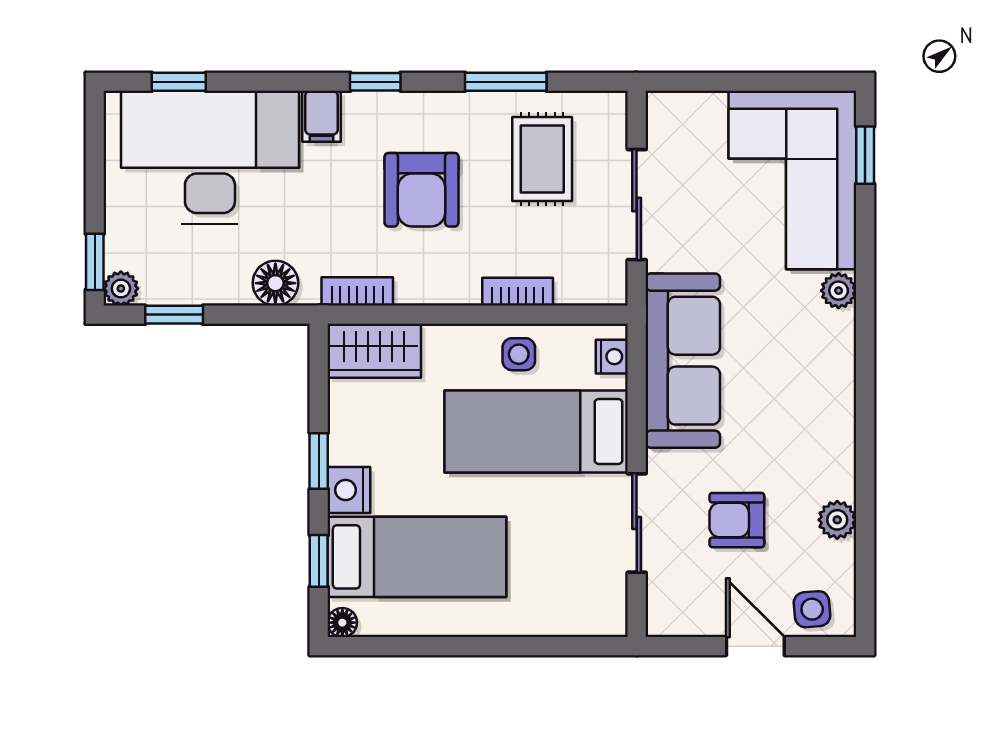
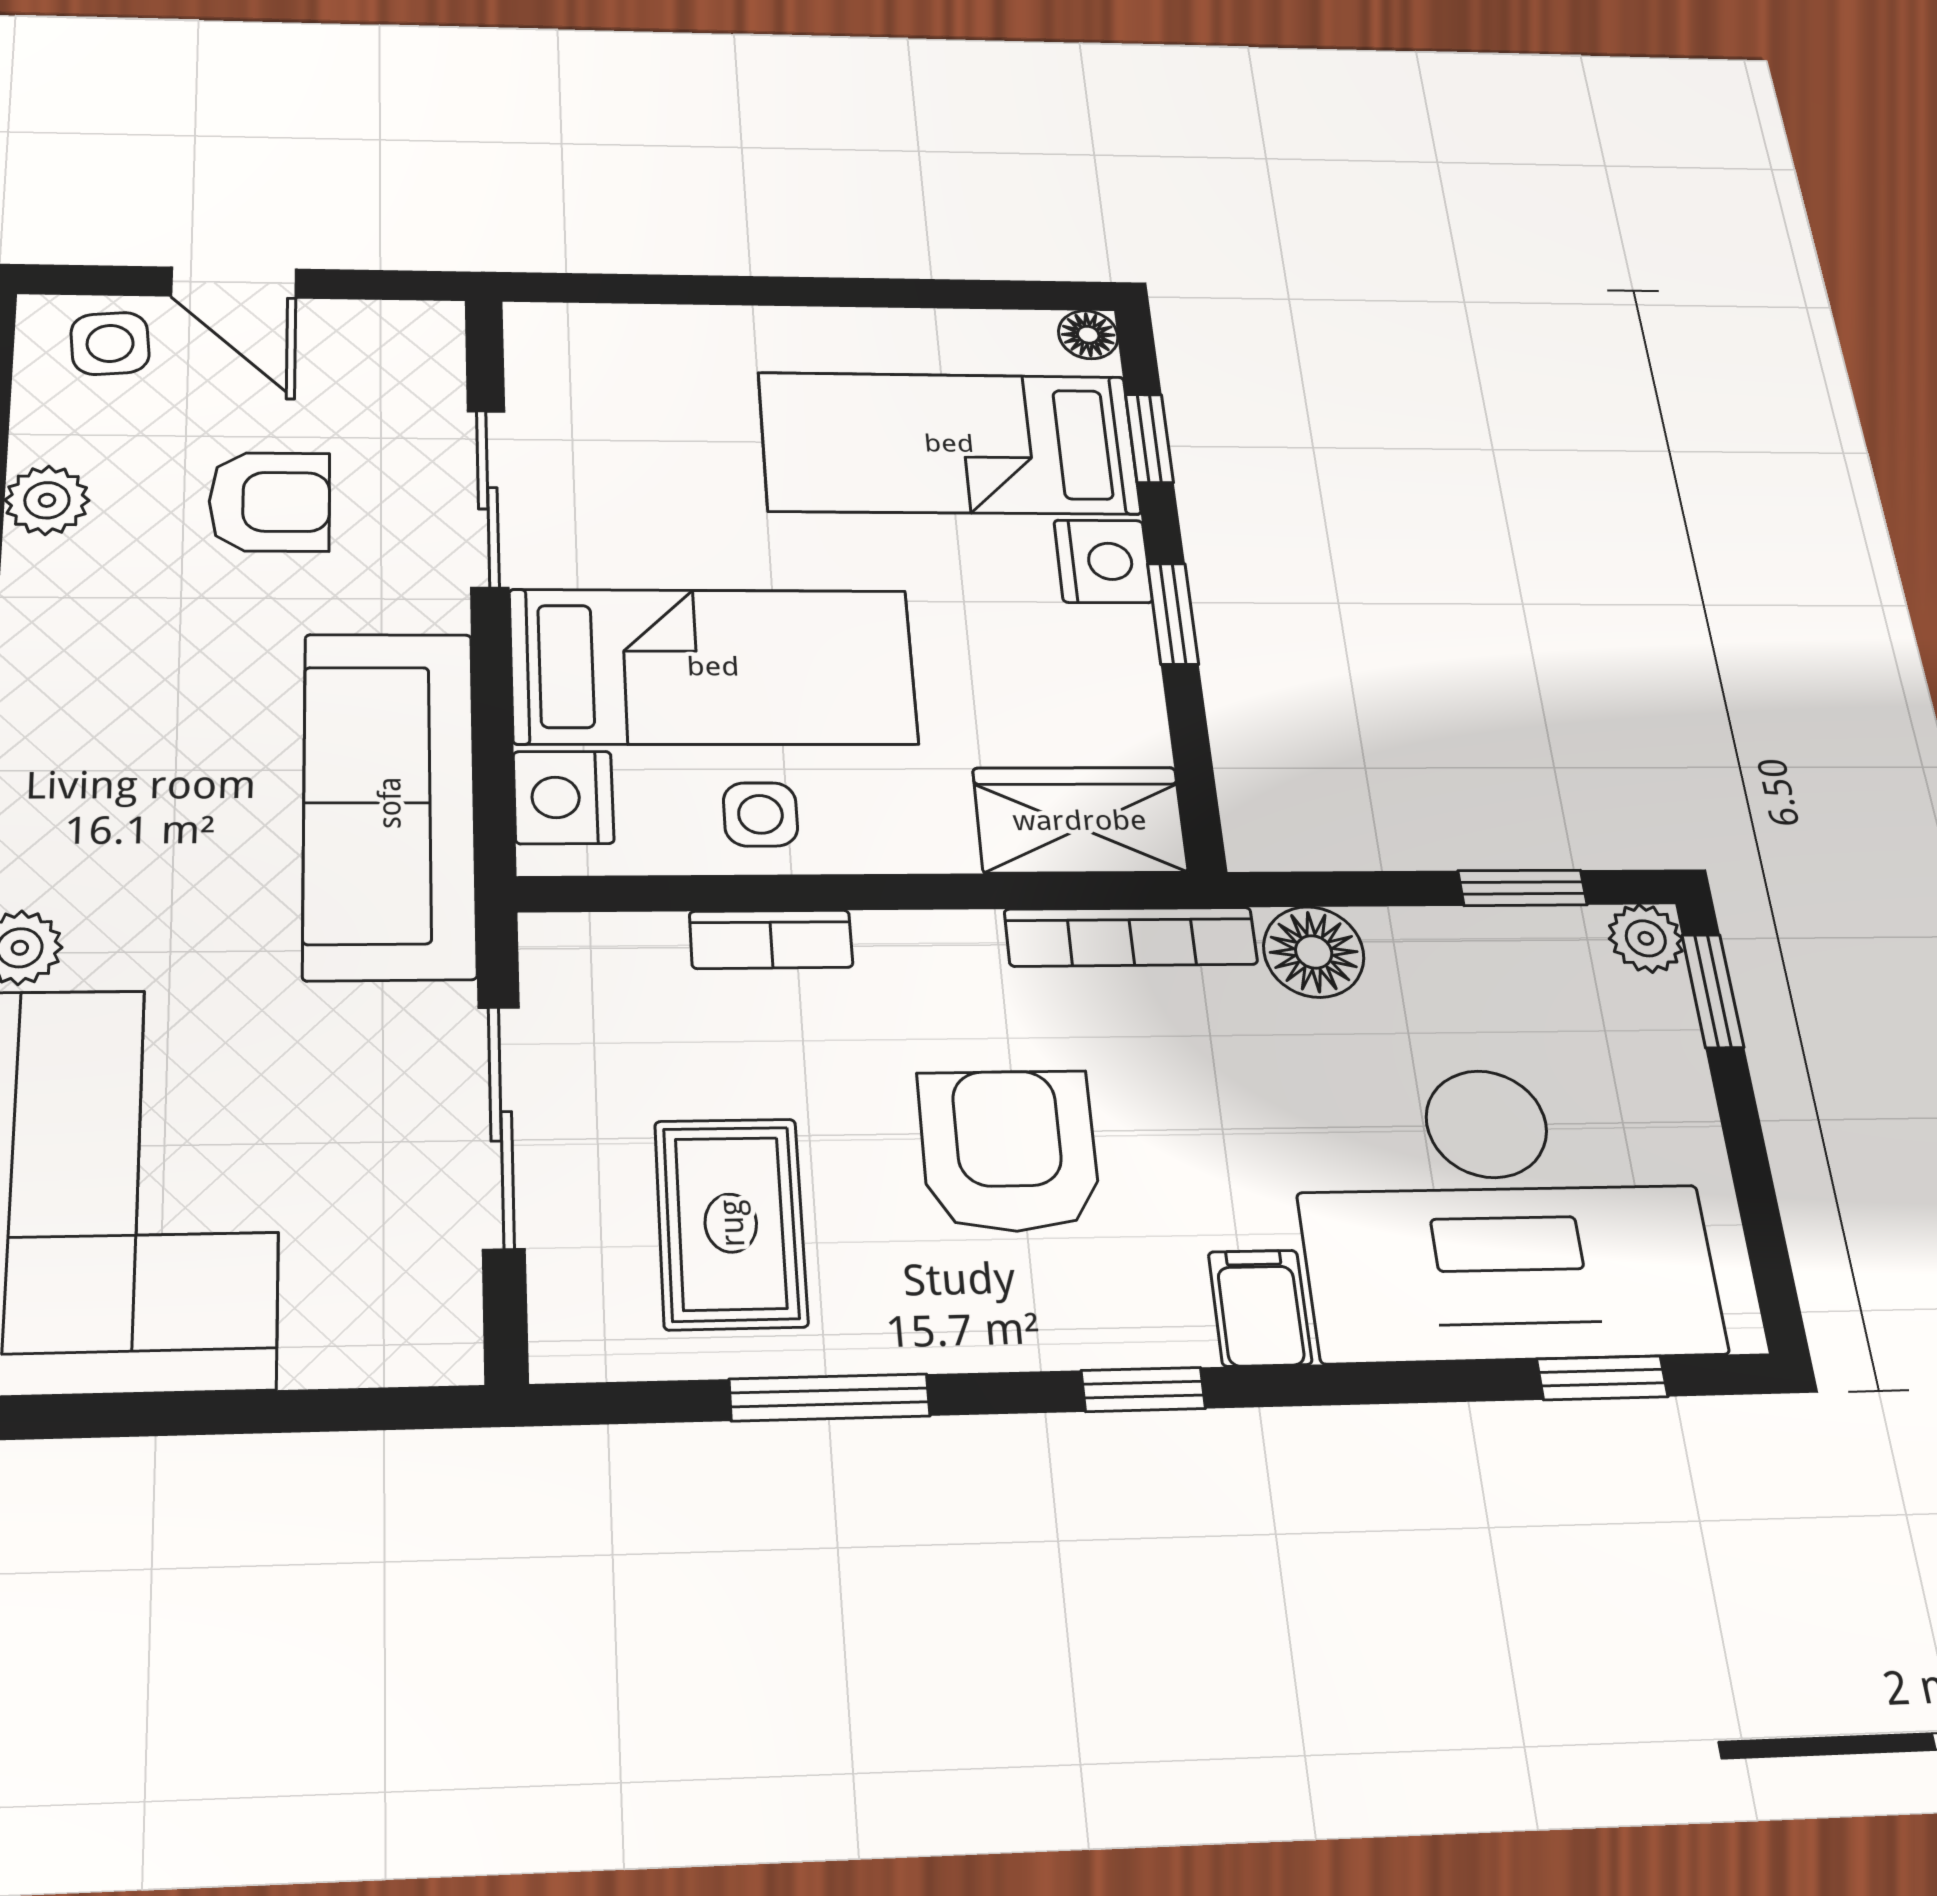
bookcase: (357, 291) -> (1131, 937), width x1.56
nightstand: (612, 357) -> (563, 797), width x1.39, depth x1.35

